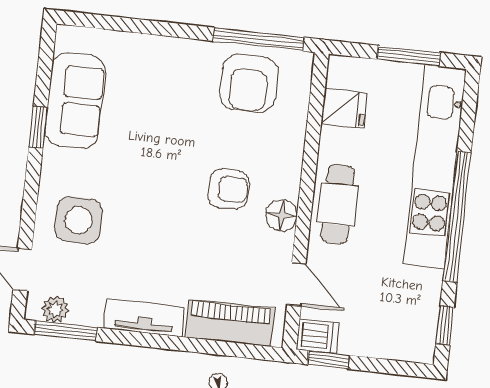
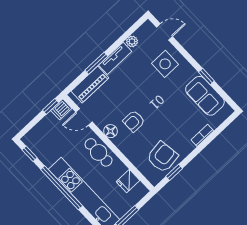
window: (258, 39) -> (174, 172), width x0.46
bookcase: (150, 45) -> (202, 135), added
armchair: (249, 83) -> (162, 157), turned 82
plant: (55, 309) -> (132, 41), moved
window: (66, 331) -> (96, 63), moved

